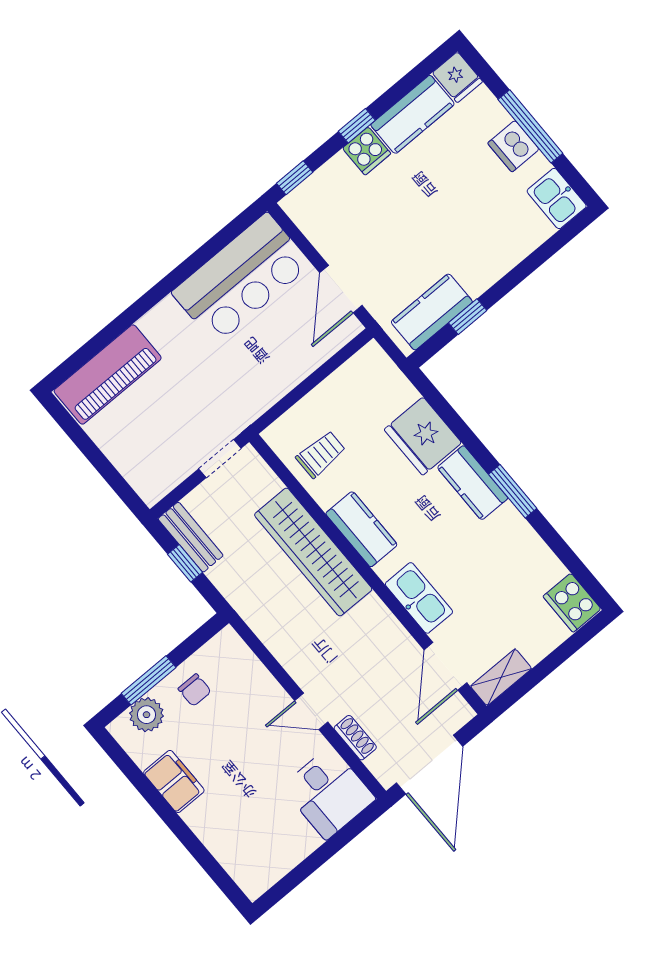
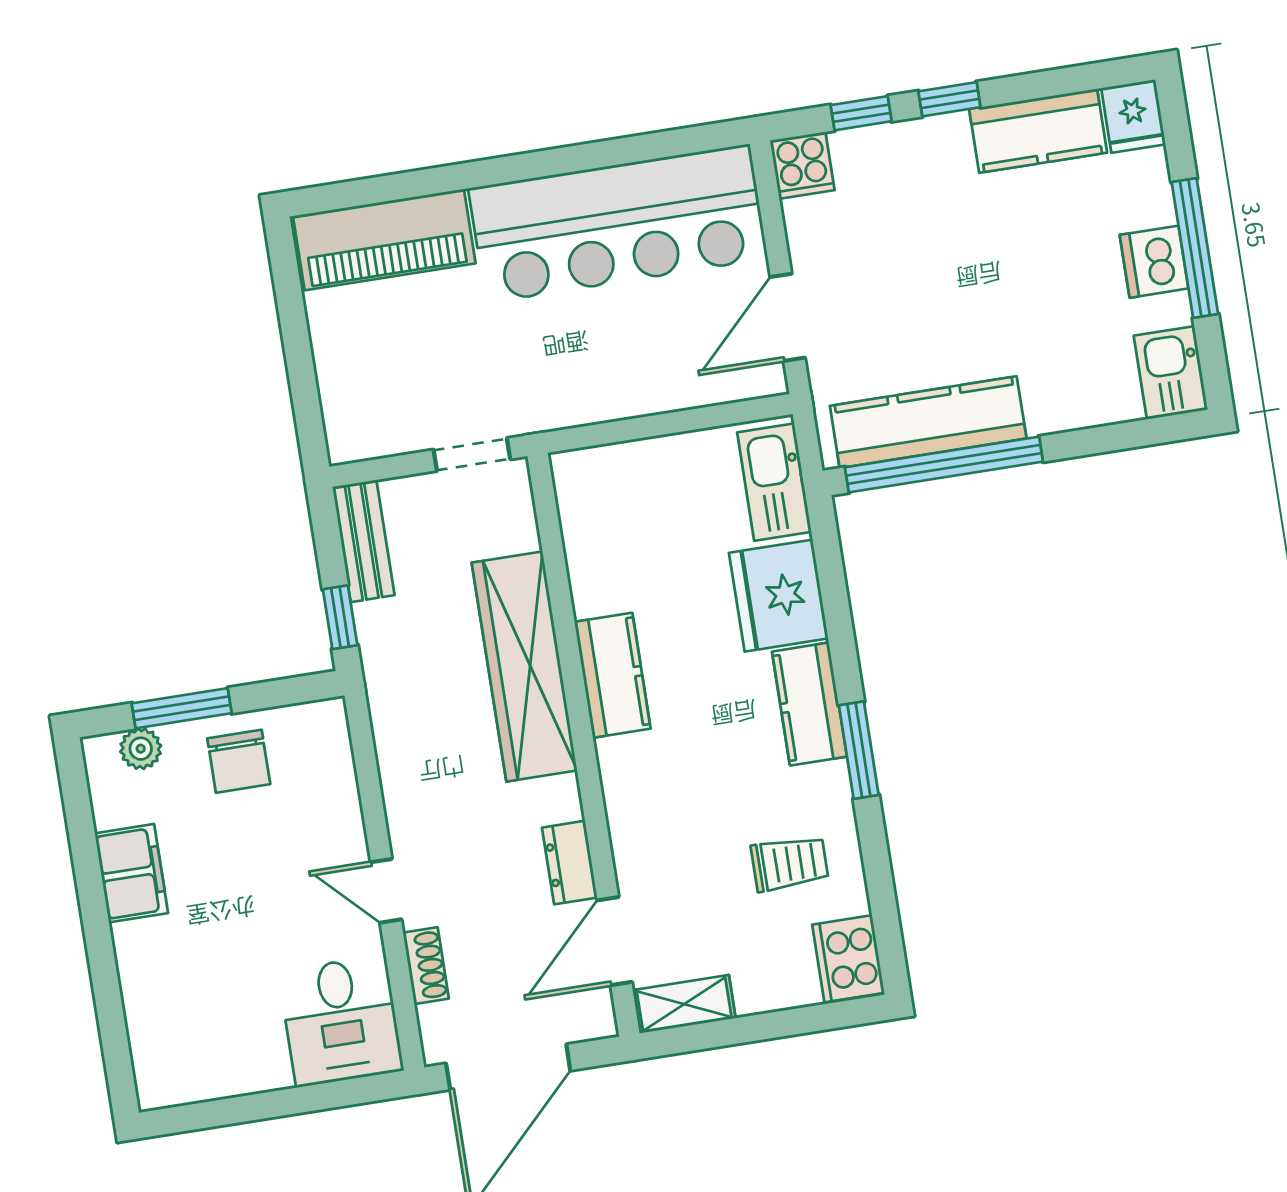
cooker: (367, 151) -> (802, 165), moved
window: (295, 178) -> (861, 113), moved
bar counter: (241, 278) -> (618, 223), width x1.36
kitchen counter: (432, 312) -> (928, 422), width x1.50
window: (468, 317) -> (944, 464), width x3.17
trolley: (321, 454) -> (790, 863), moved
window: (185, 563) -> (340, 617), moved
kitchen sink: (419, 598) -> (774, 482), moved, turned 180
dresser: (398, 640) -> (570, 863), added
chair: (195, 690) -> (239, 761), width x1.37, depth x1.37
plant: (147, 715) -> (141, 749), width x0.73, depth x0.73

